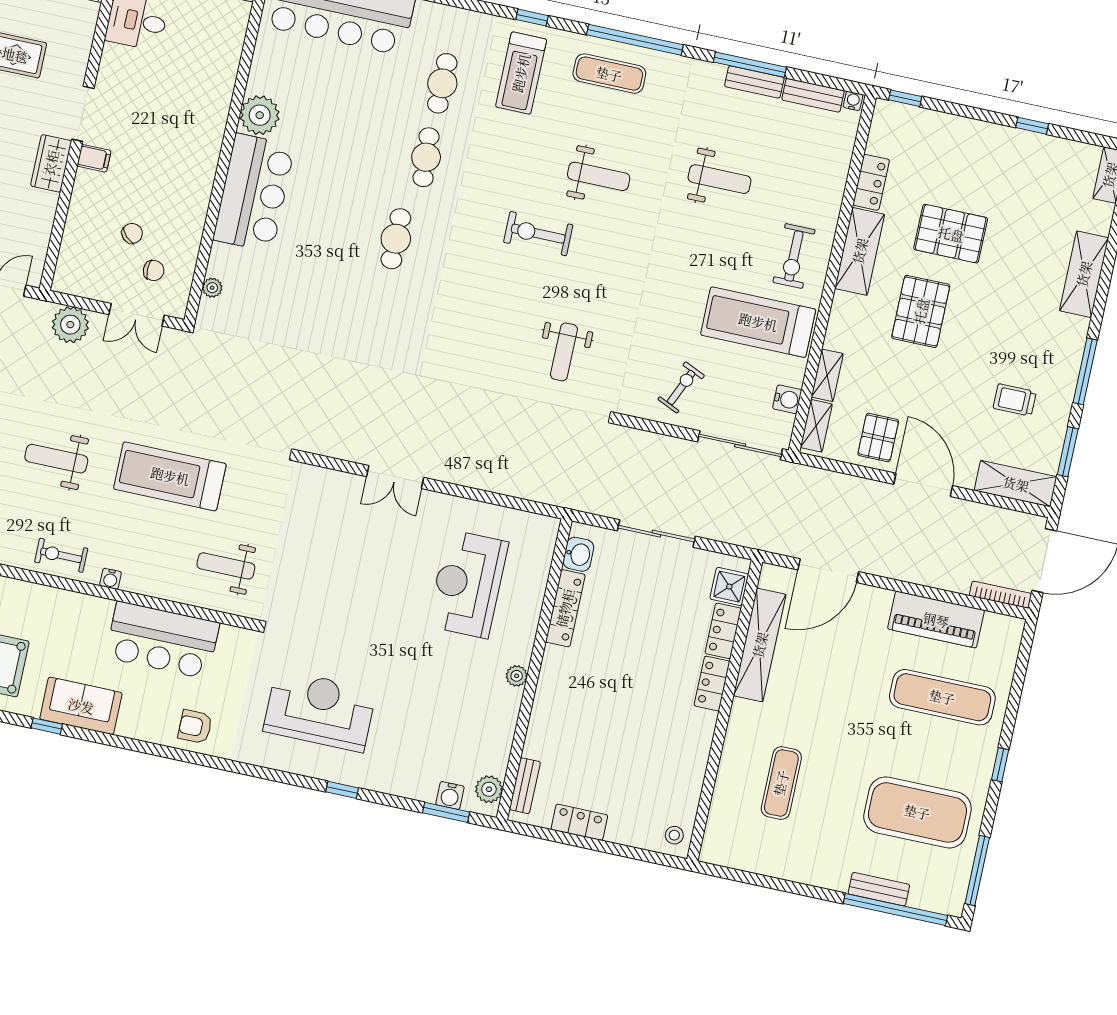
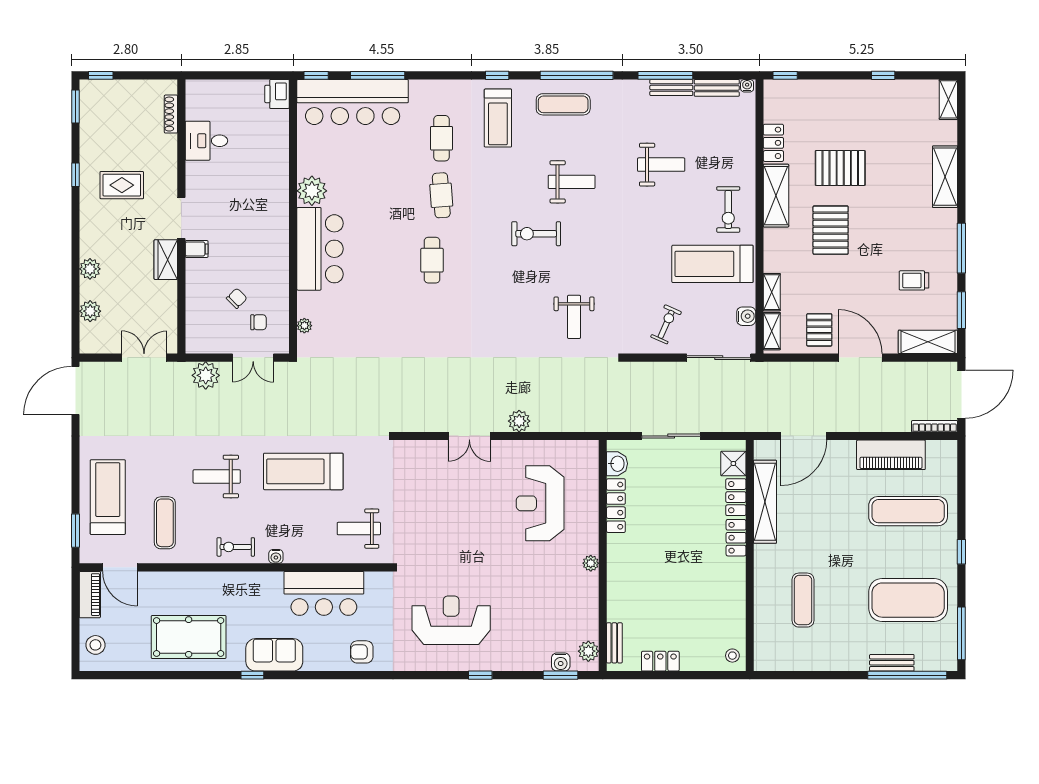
plant: (464, 472) -> (519, 421), added

